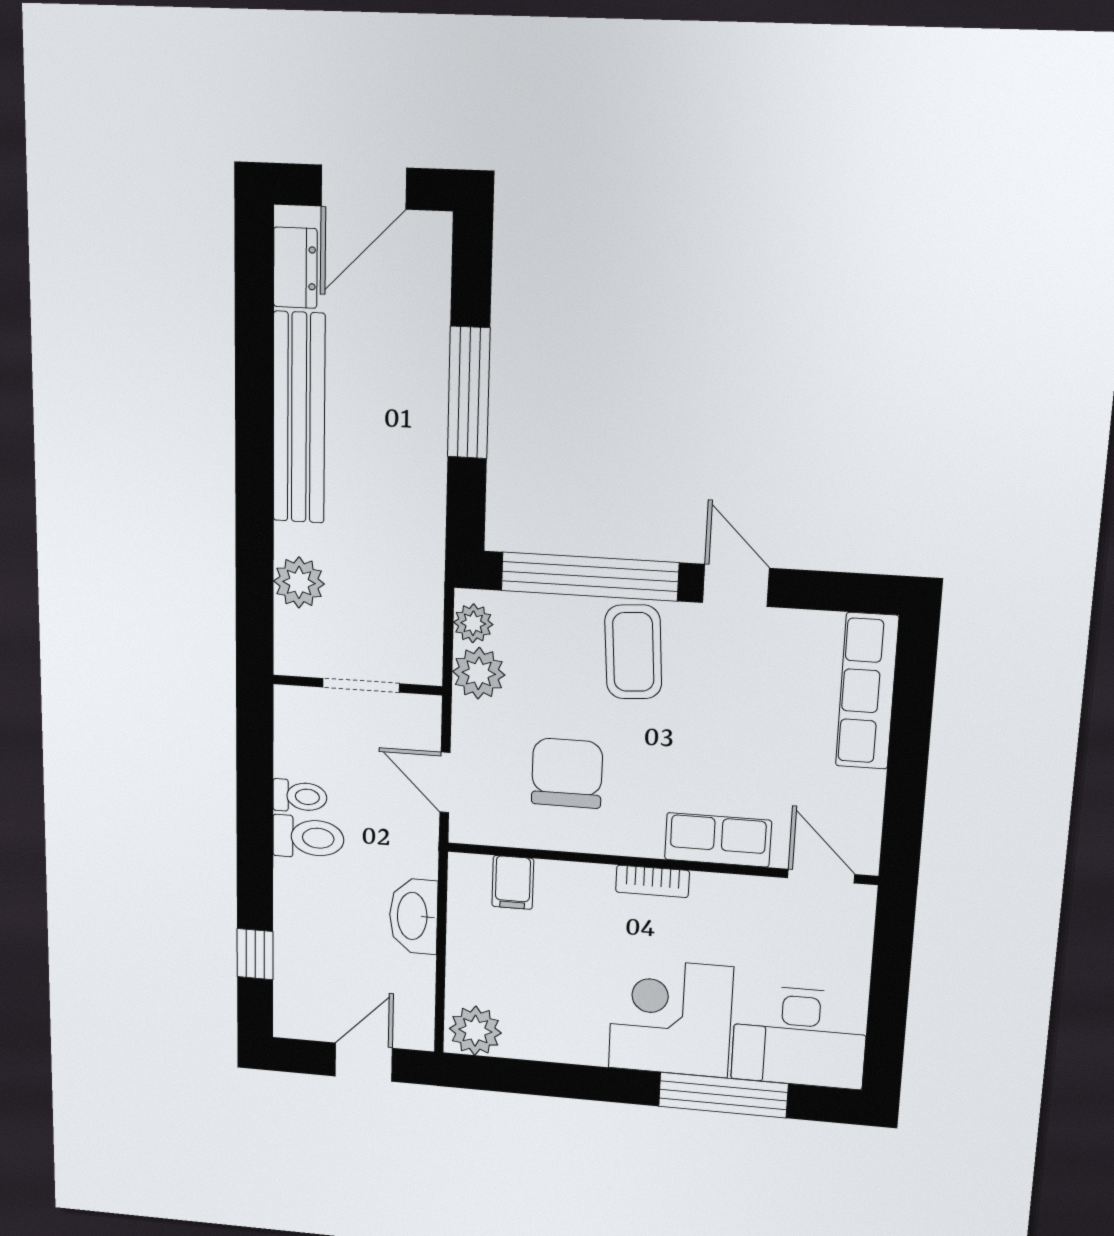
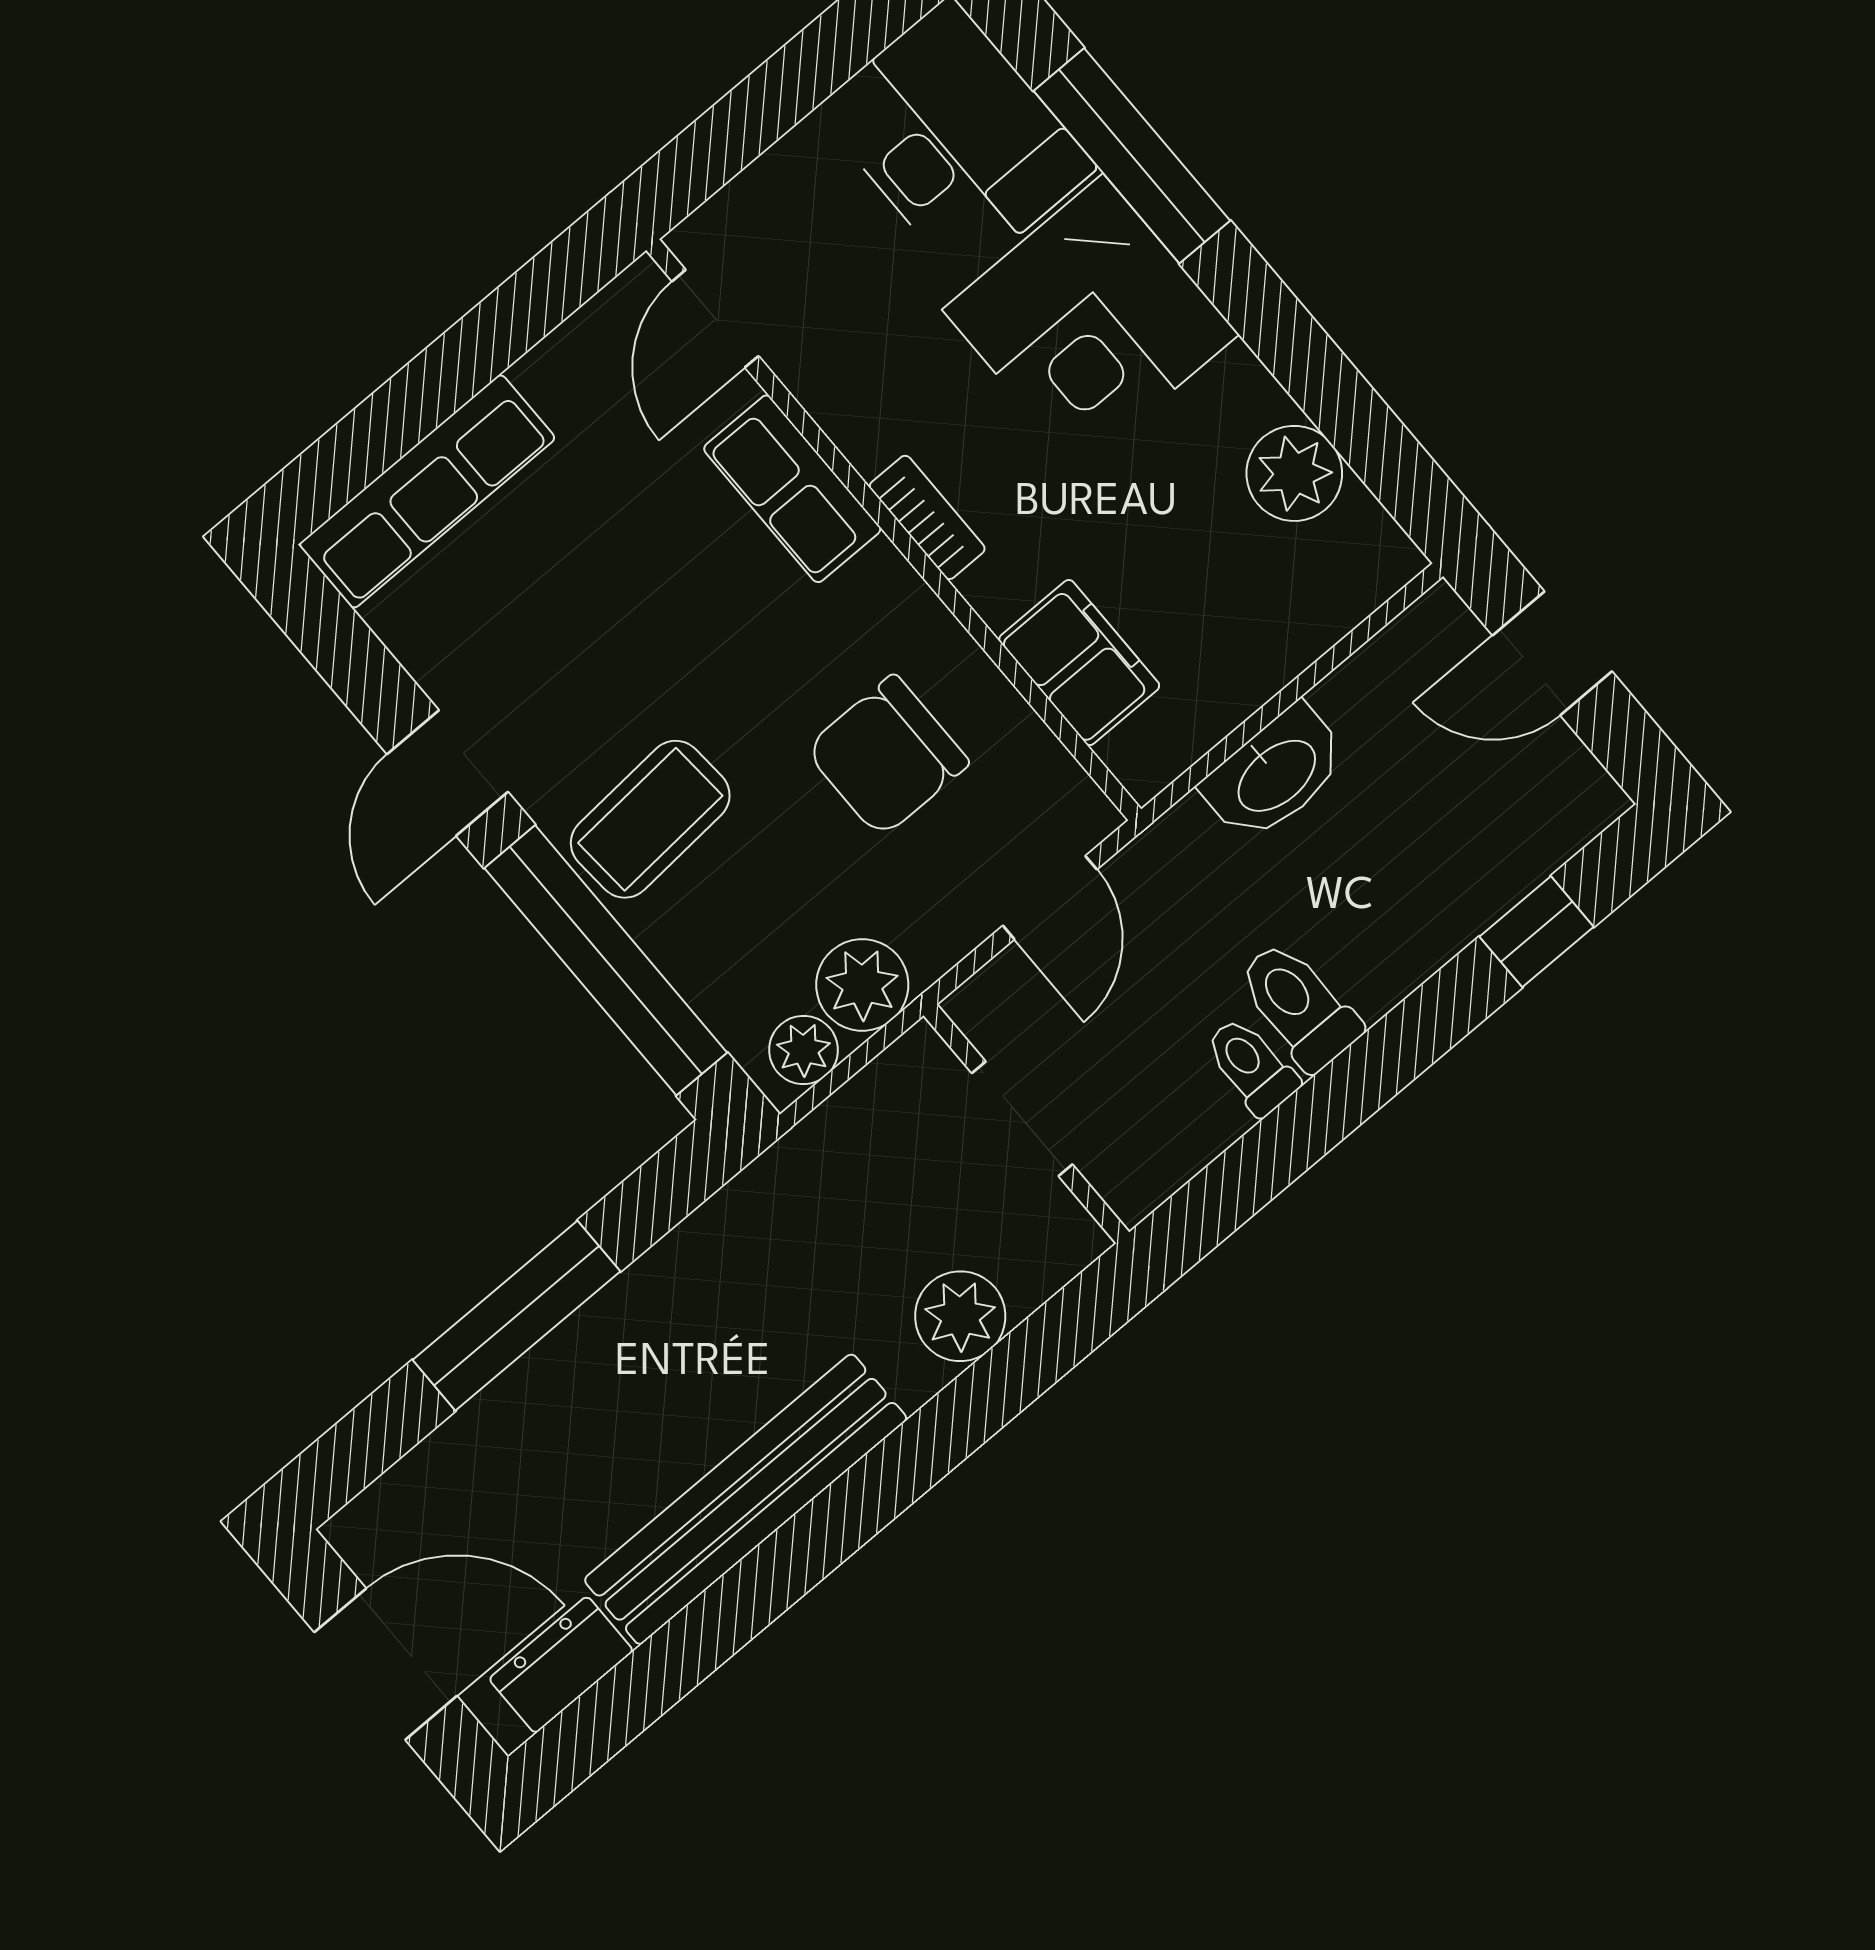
filing cabinet: (513, 882) -> (1079, 663), width x2.00
plant: (475, 1031) -> (1294, 473), moved

